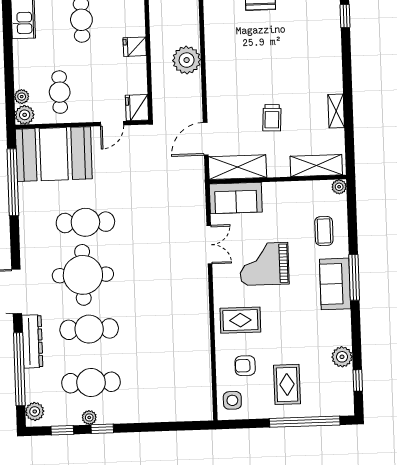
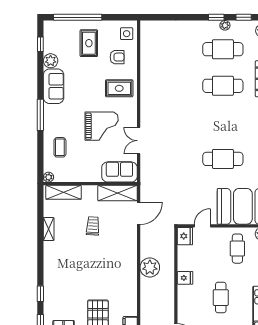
round table: (83, 275) -> (226, 123), removed
sofa: (335, 284) -> (54, 86), moved

